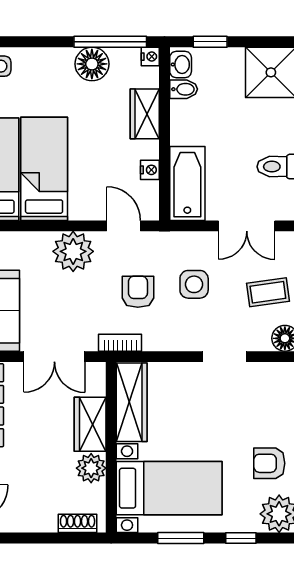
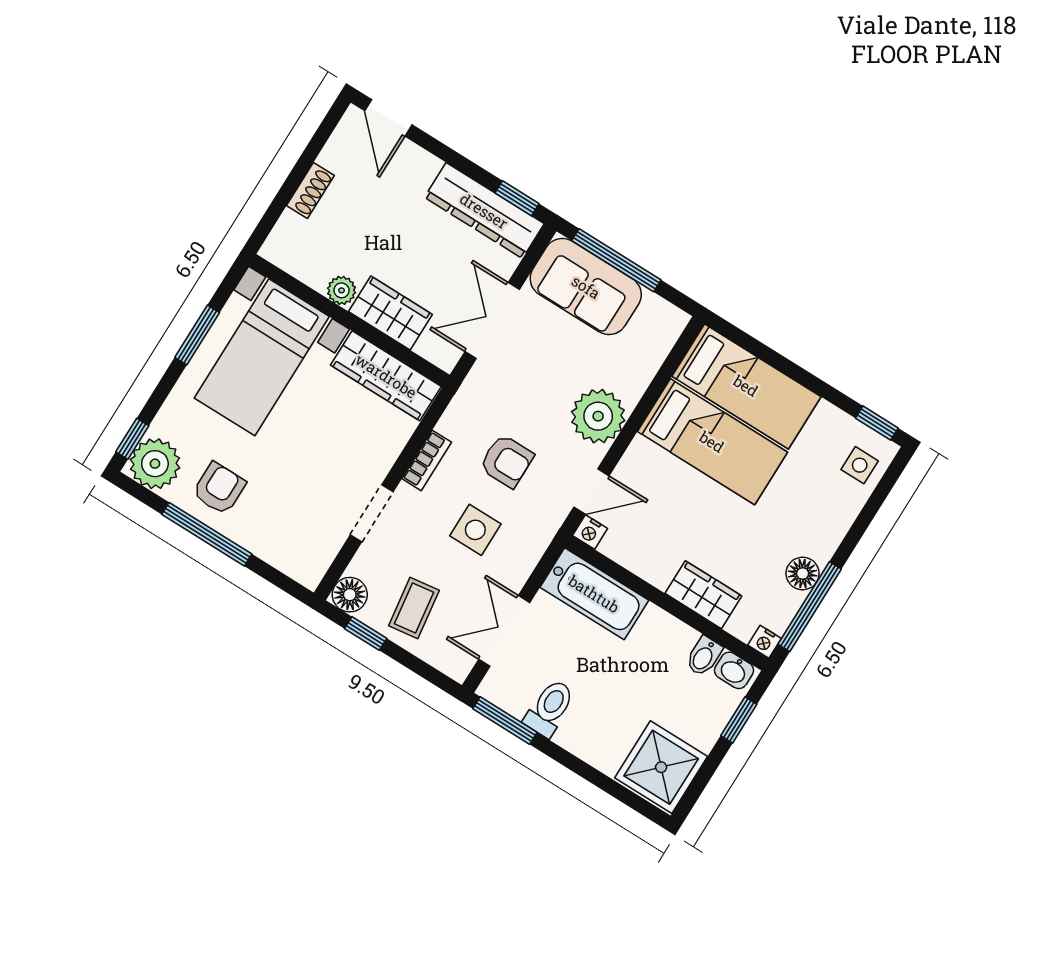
floor lamp: (92, 64) -> (803, 574), width x0.73, depth x0.73
nightstand: (150, 170) -> (590, 532), moved
bookcase: (120, 343) -> (427, 460), moved
plant: (91, 468) -> (342, 290), width x0.73, depth x0.73
shoe rack: (78, 523) -> (310, 191), moved
window: (241, 538) -> (132, 439), moved

